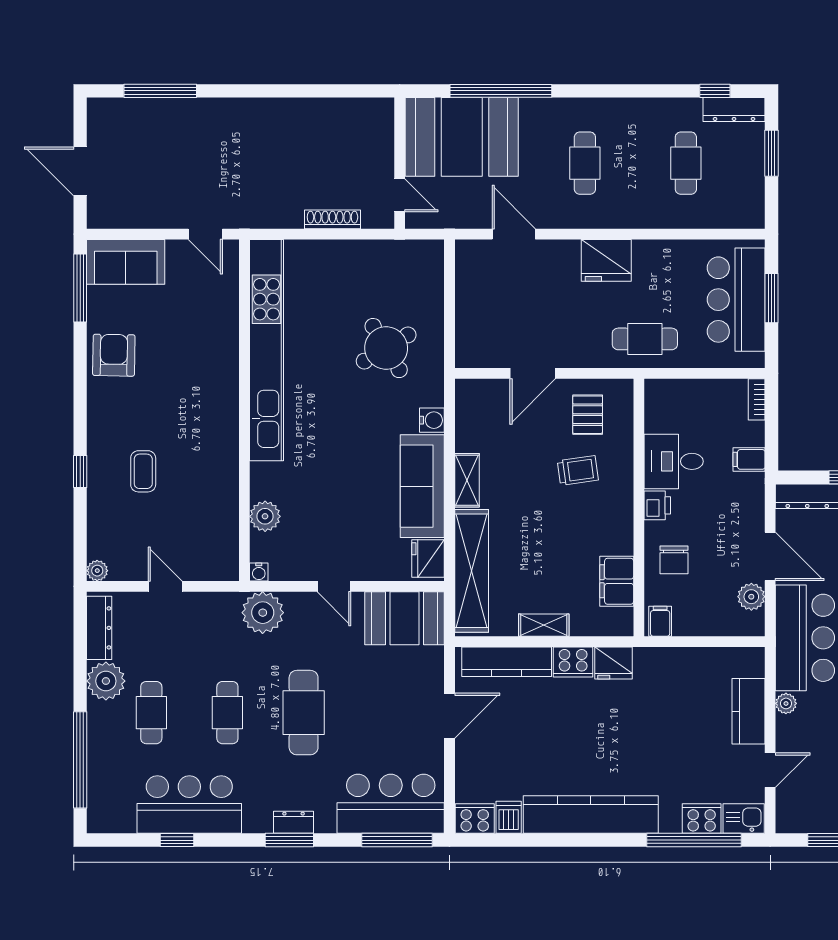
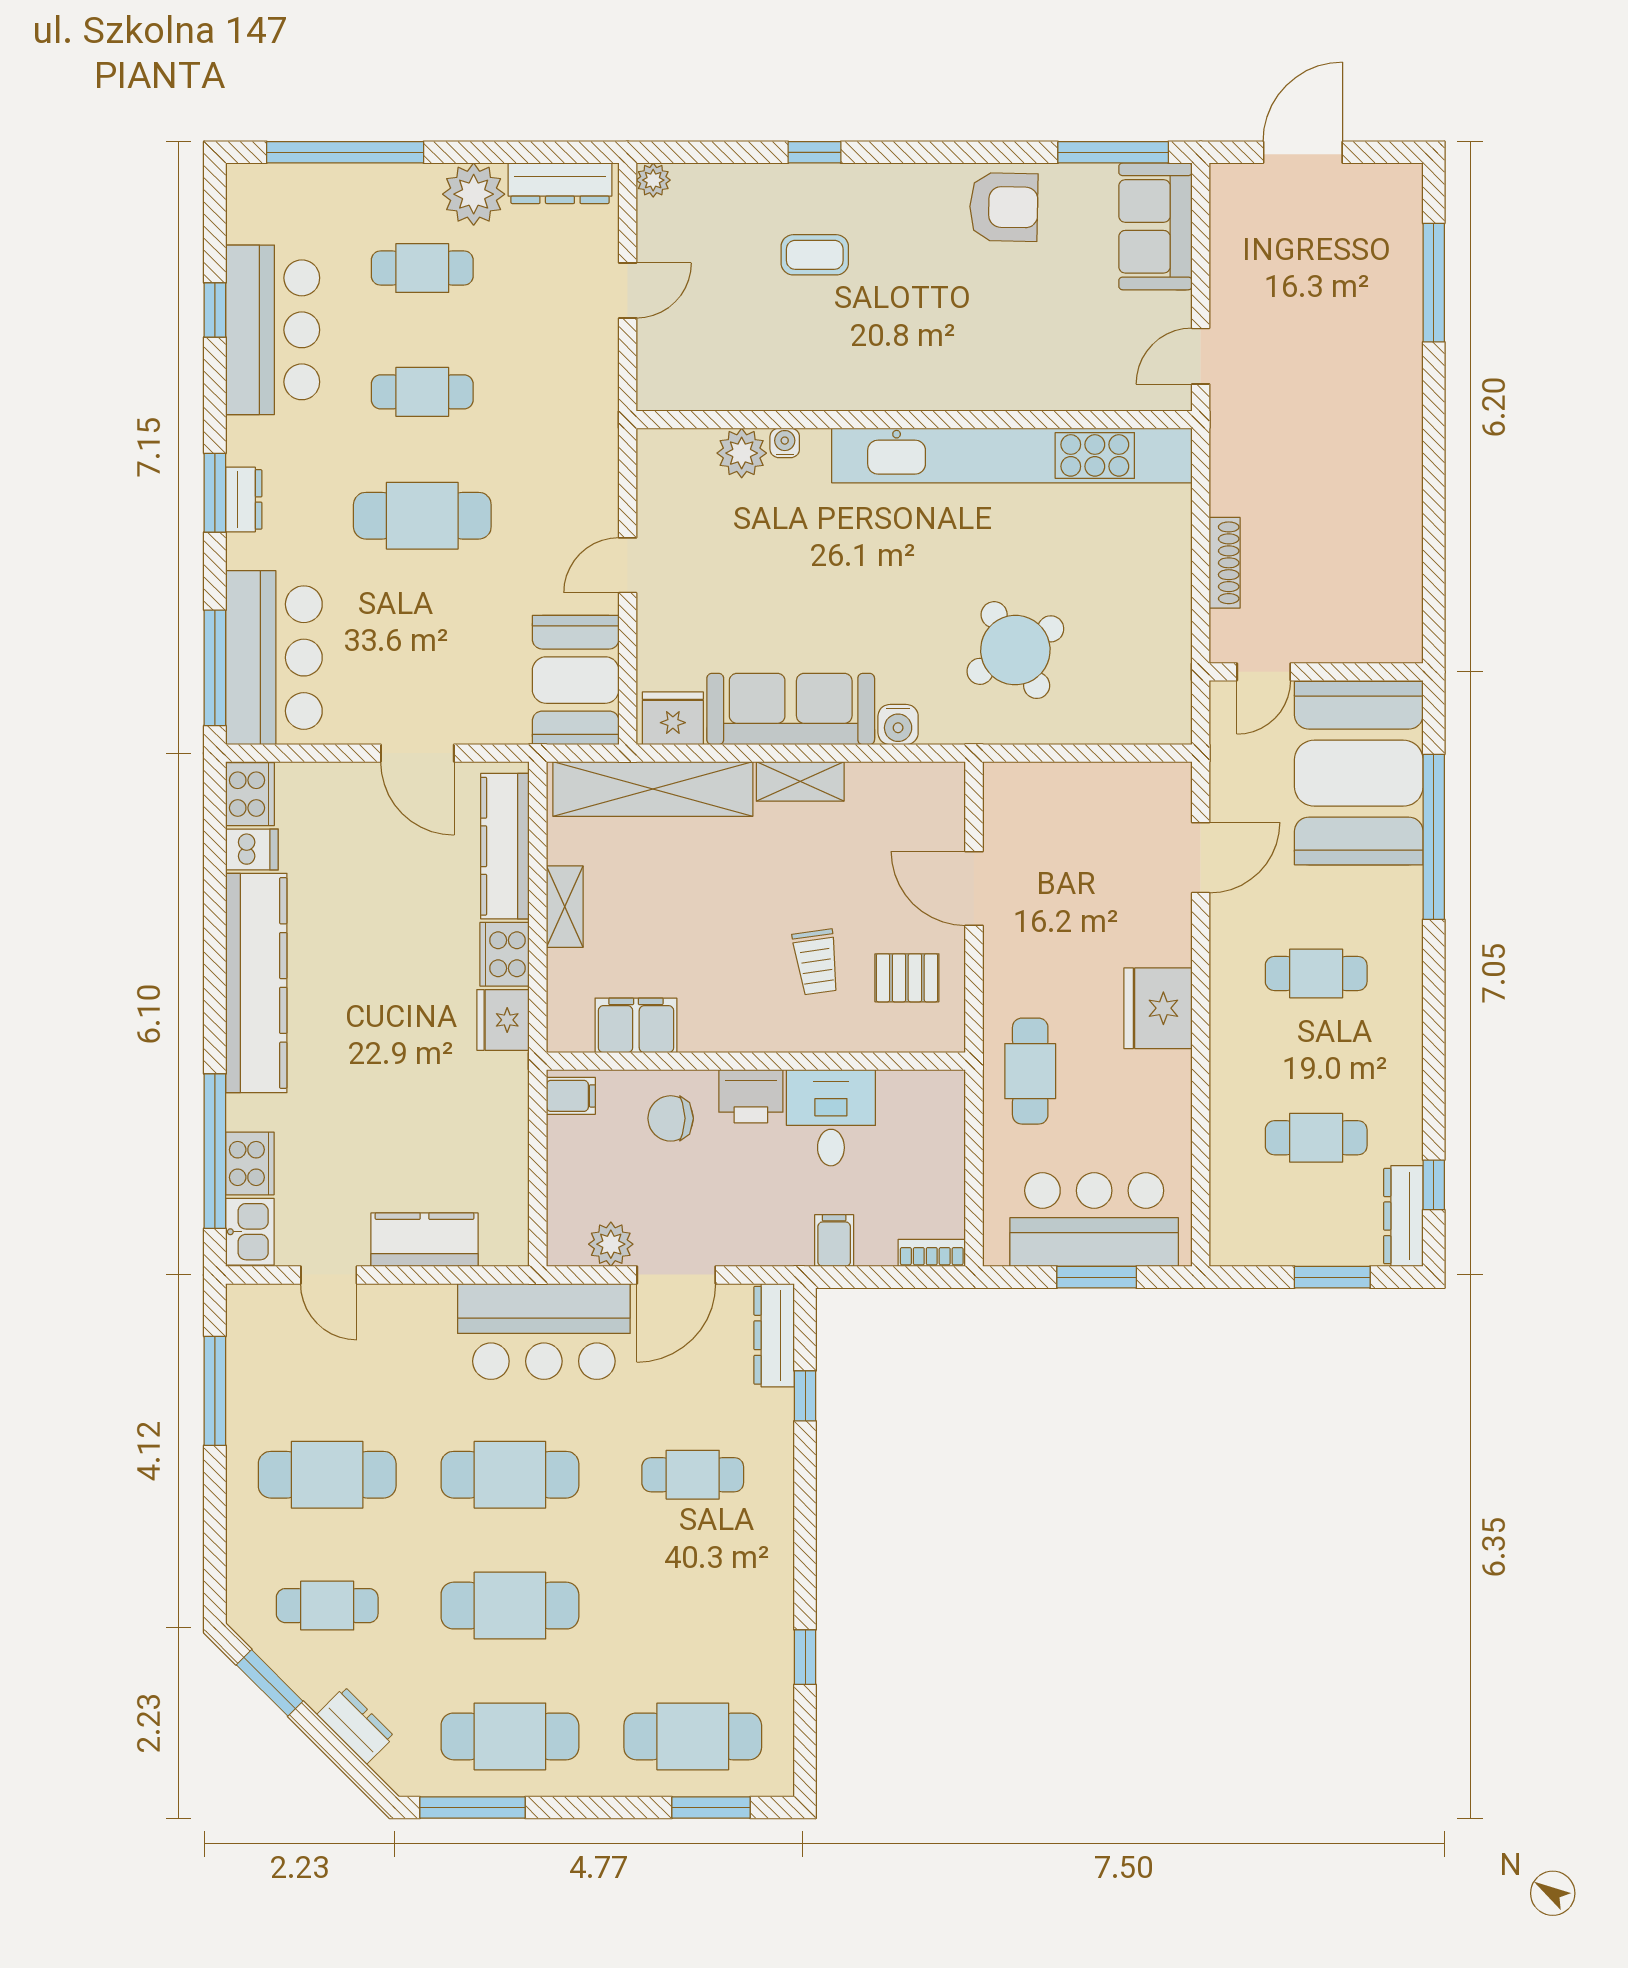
printer: (657, 505) -> (751, 1096), width x1.36, depth x1.24
water cooler: (259, 572) -> (785, 443), moved, turned 90
plant: (263, 613) -> (585, 449), removed
plant: (786, 703) -> (437, 1301), removed

